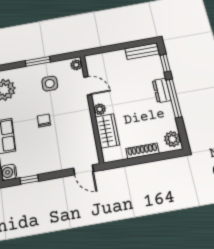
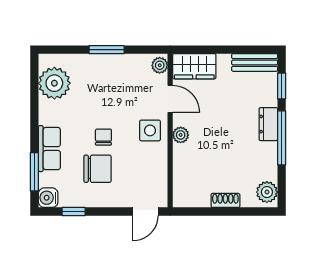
side table: (50, 84) -> (150, 130), moved
wardrobe: (107, 131) -> (194, 66), moved, turned 90
chair: (43, 144) -> (97, 169), added
shoe rack: (142, 151) -> (225, 200), width x0.70
door: (84, 170) -> (145, 212), hinge flipped

